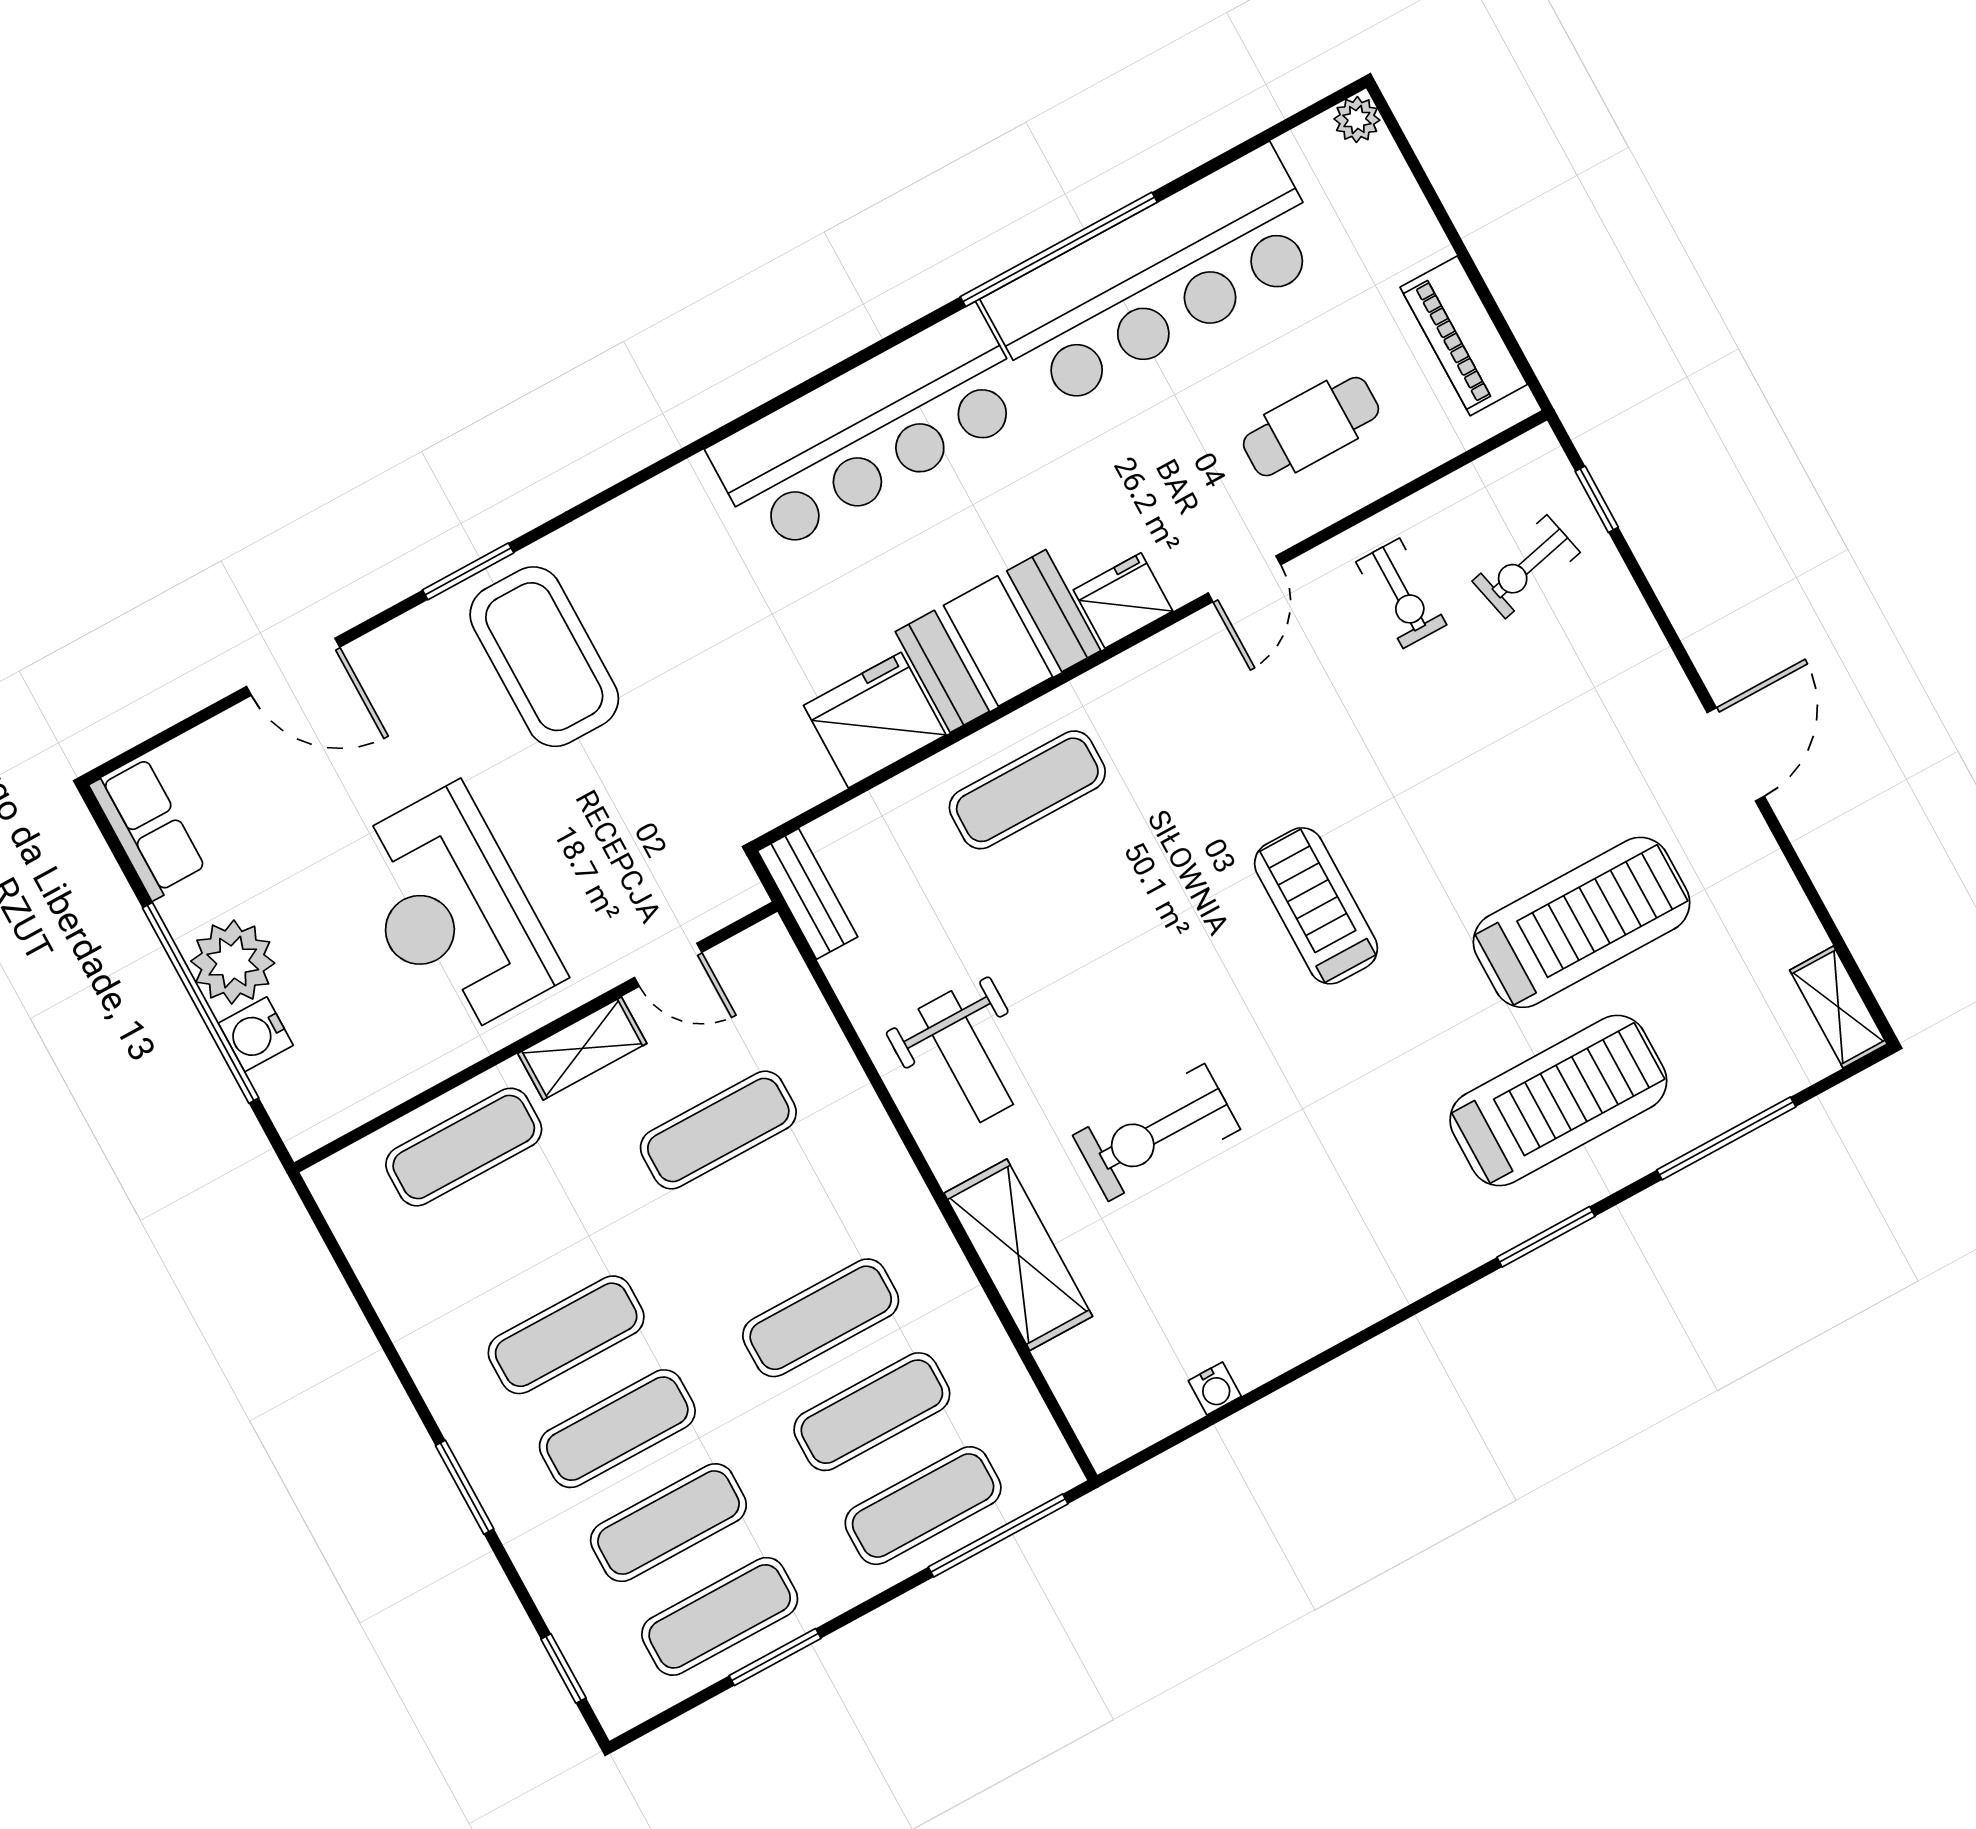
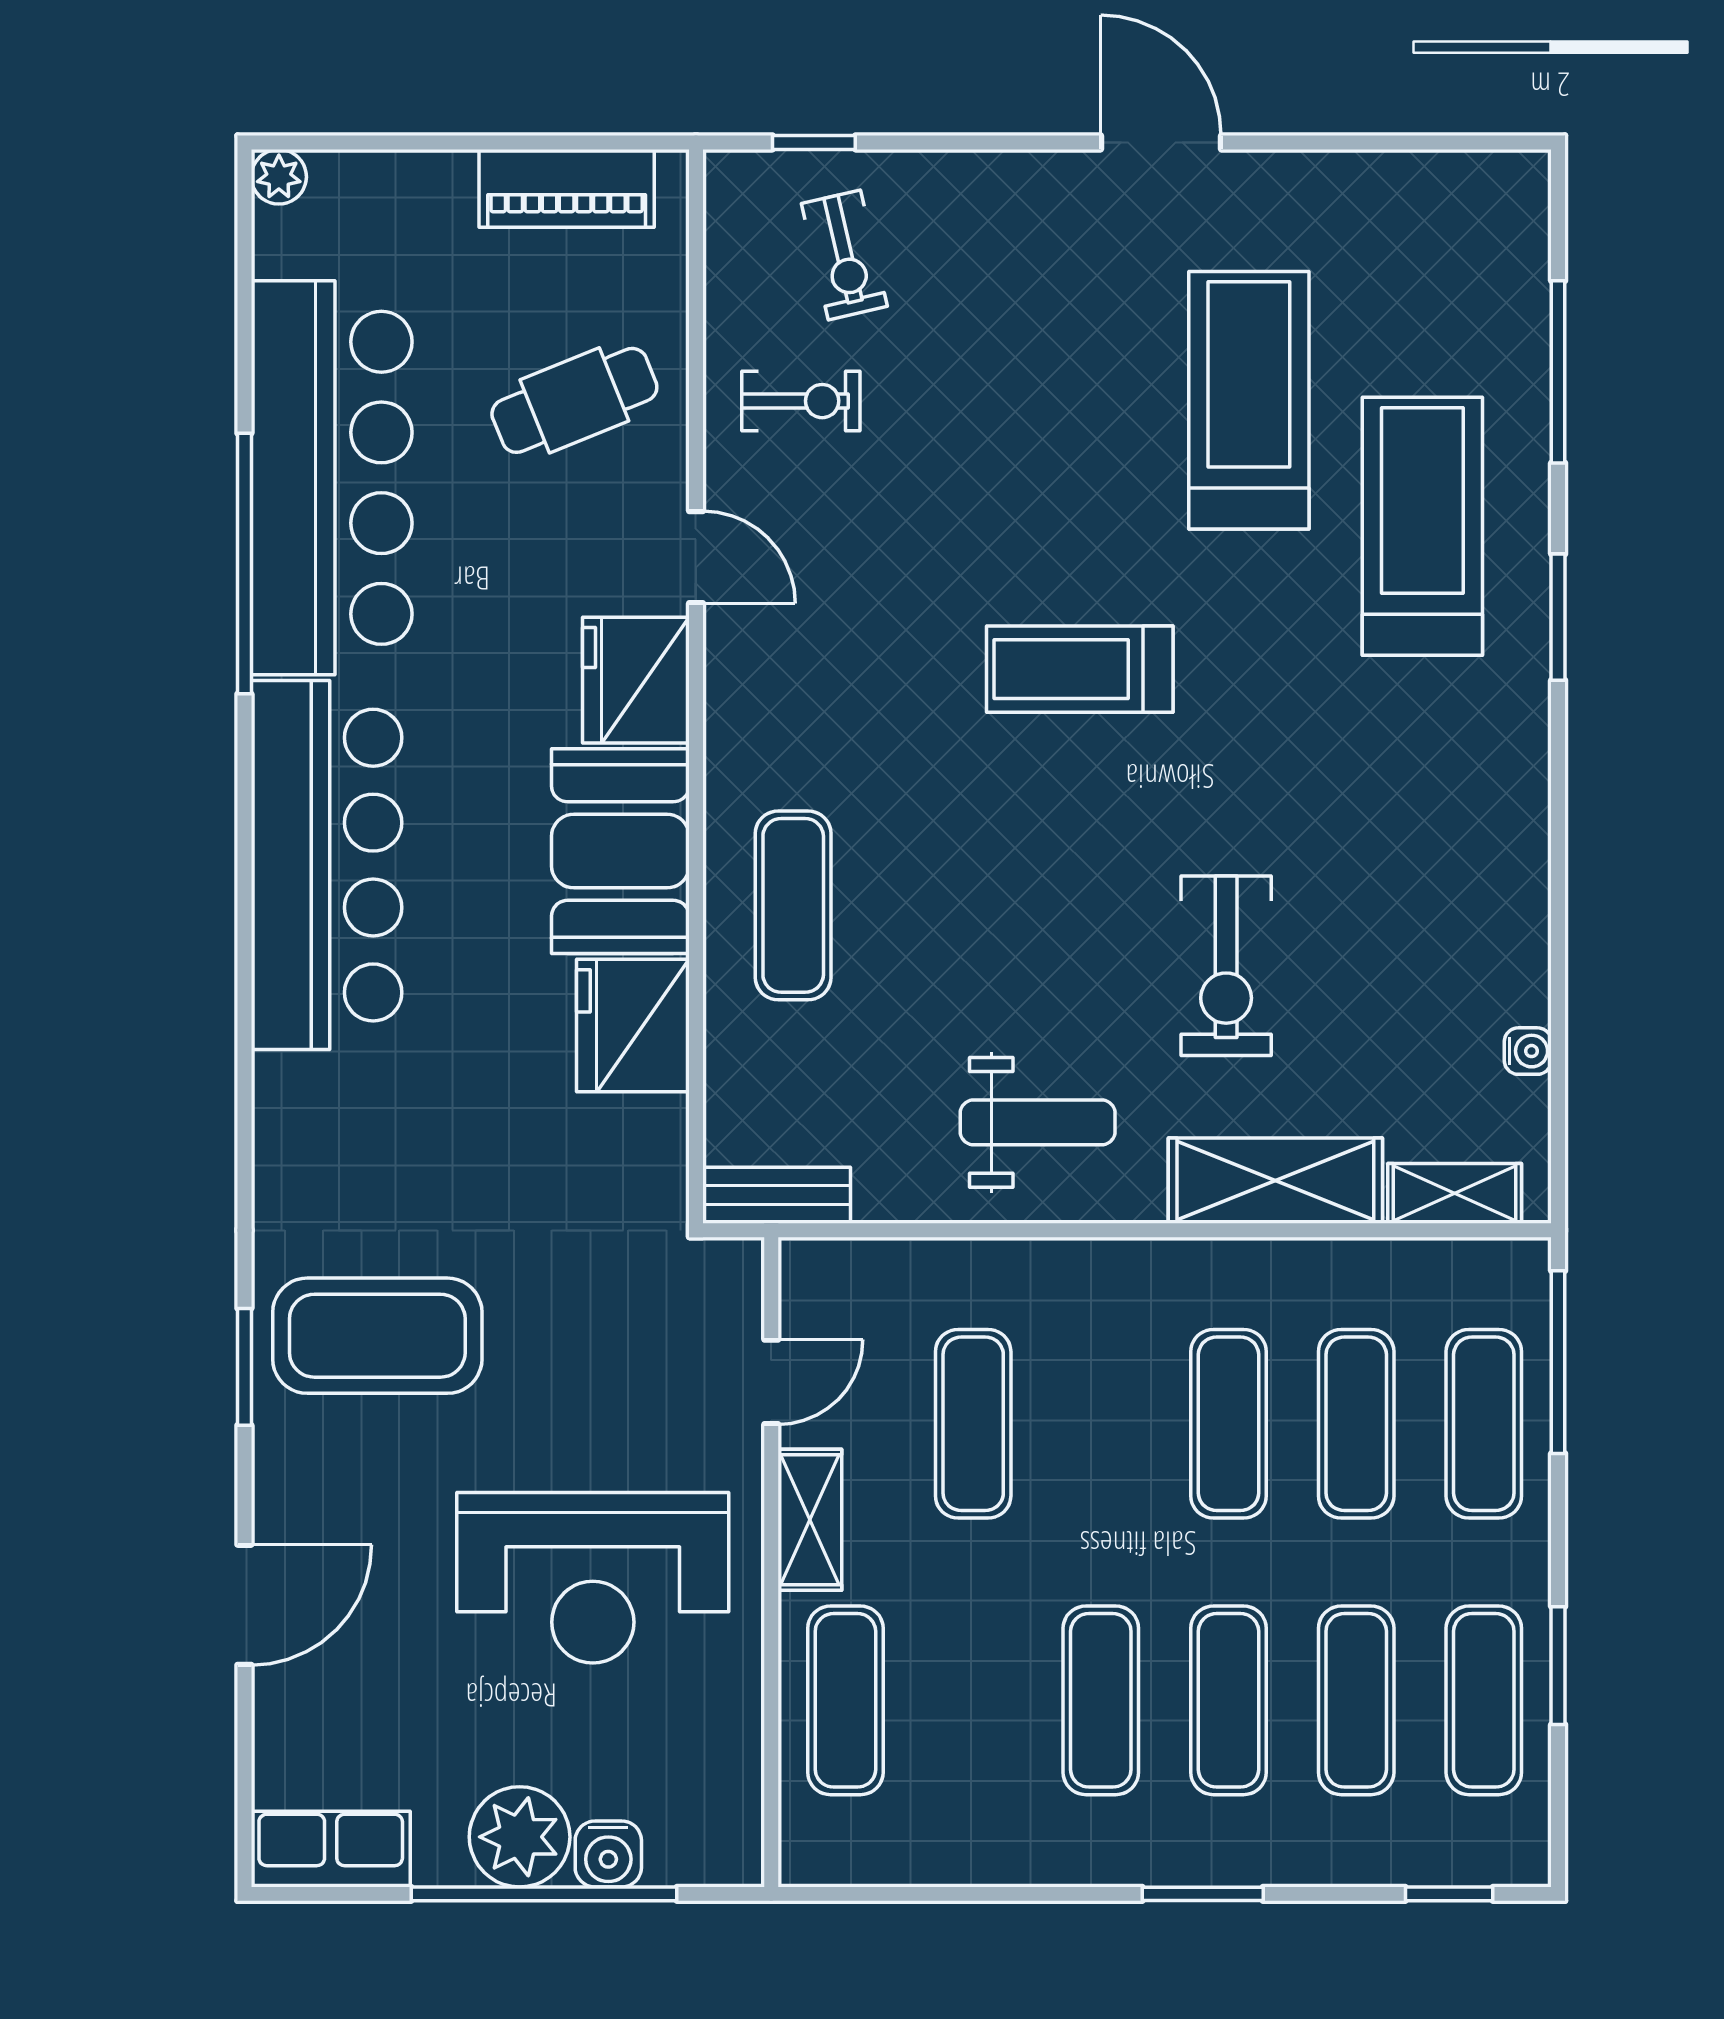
cafe table: (1311, 427) -> (574, 400), turned 68
fridge: (1123, 601) -> (636, 680), width x1.36, depth x1.34
shelving: (1838, 1007) -> (1455, 1193), moved

